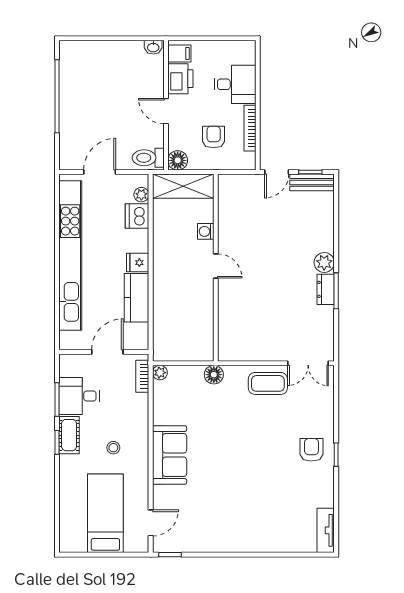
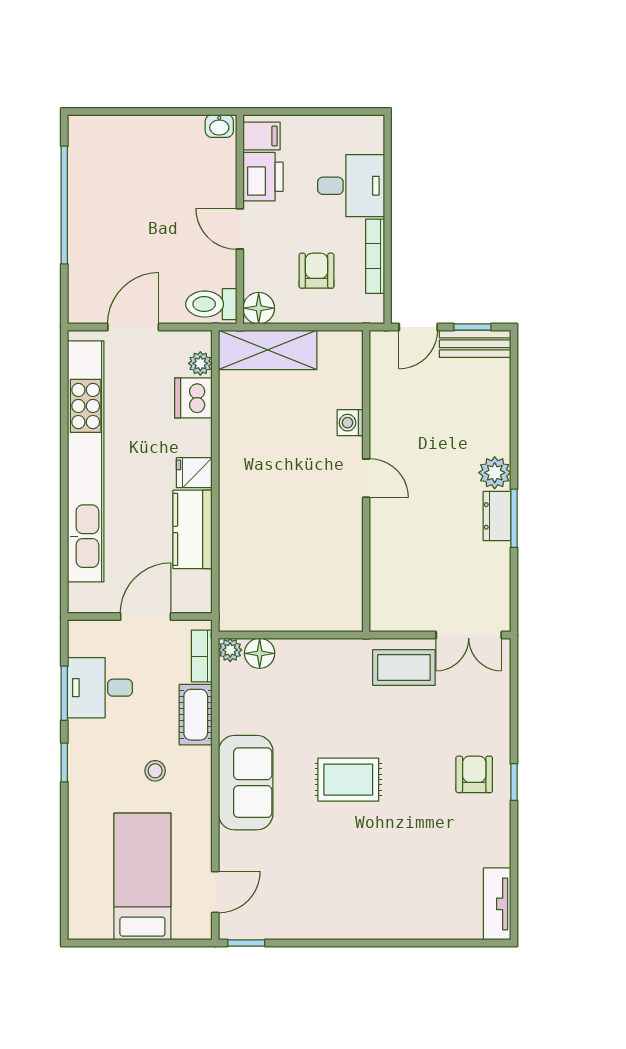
washing machine: (206, 231) -> (350, 423), moved
door: (216, 266) -> (366, 478), moved
wall: (216, 268) -> (366, 481), moved
floor lamp: (214, 375) -> (260, 653), moved
cot: (69, 435) -> (196, 715), moved
rug: (233, 453) -> (348, 780), added

